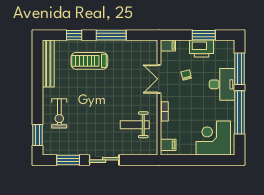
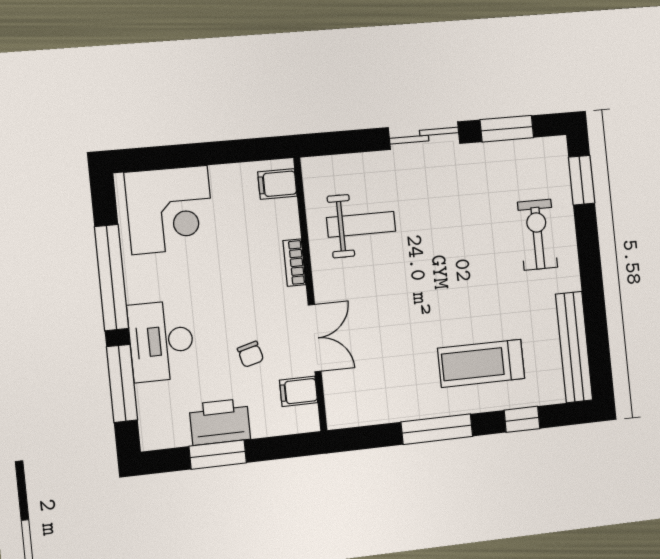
filing cabinet: (168, 46) -> (299, 391), moved
treadmill: (89, 61) -> (481, 363), turned 180

